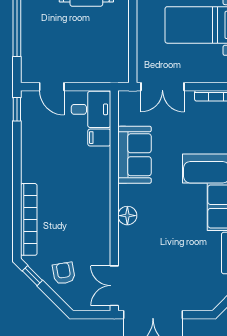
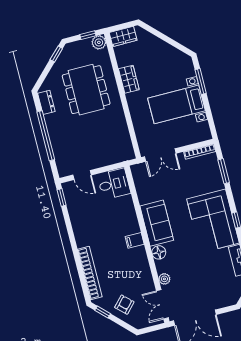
filing cabinet: (99, 138) -> (135, 240), moved
sofa: (135, 155) -> (157, 223), moved
plant: (126, 253) -> (164, 279), added
armchair: (64, 273) -> (124, 305), turned 53

